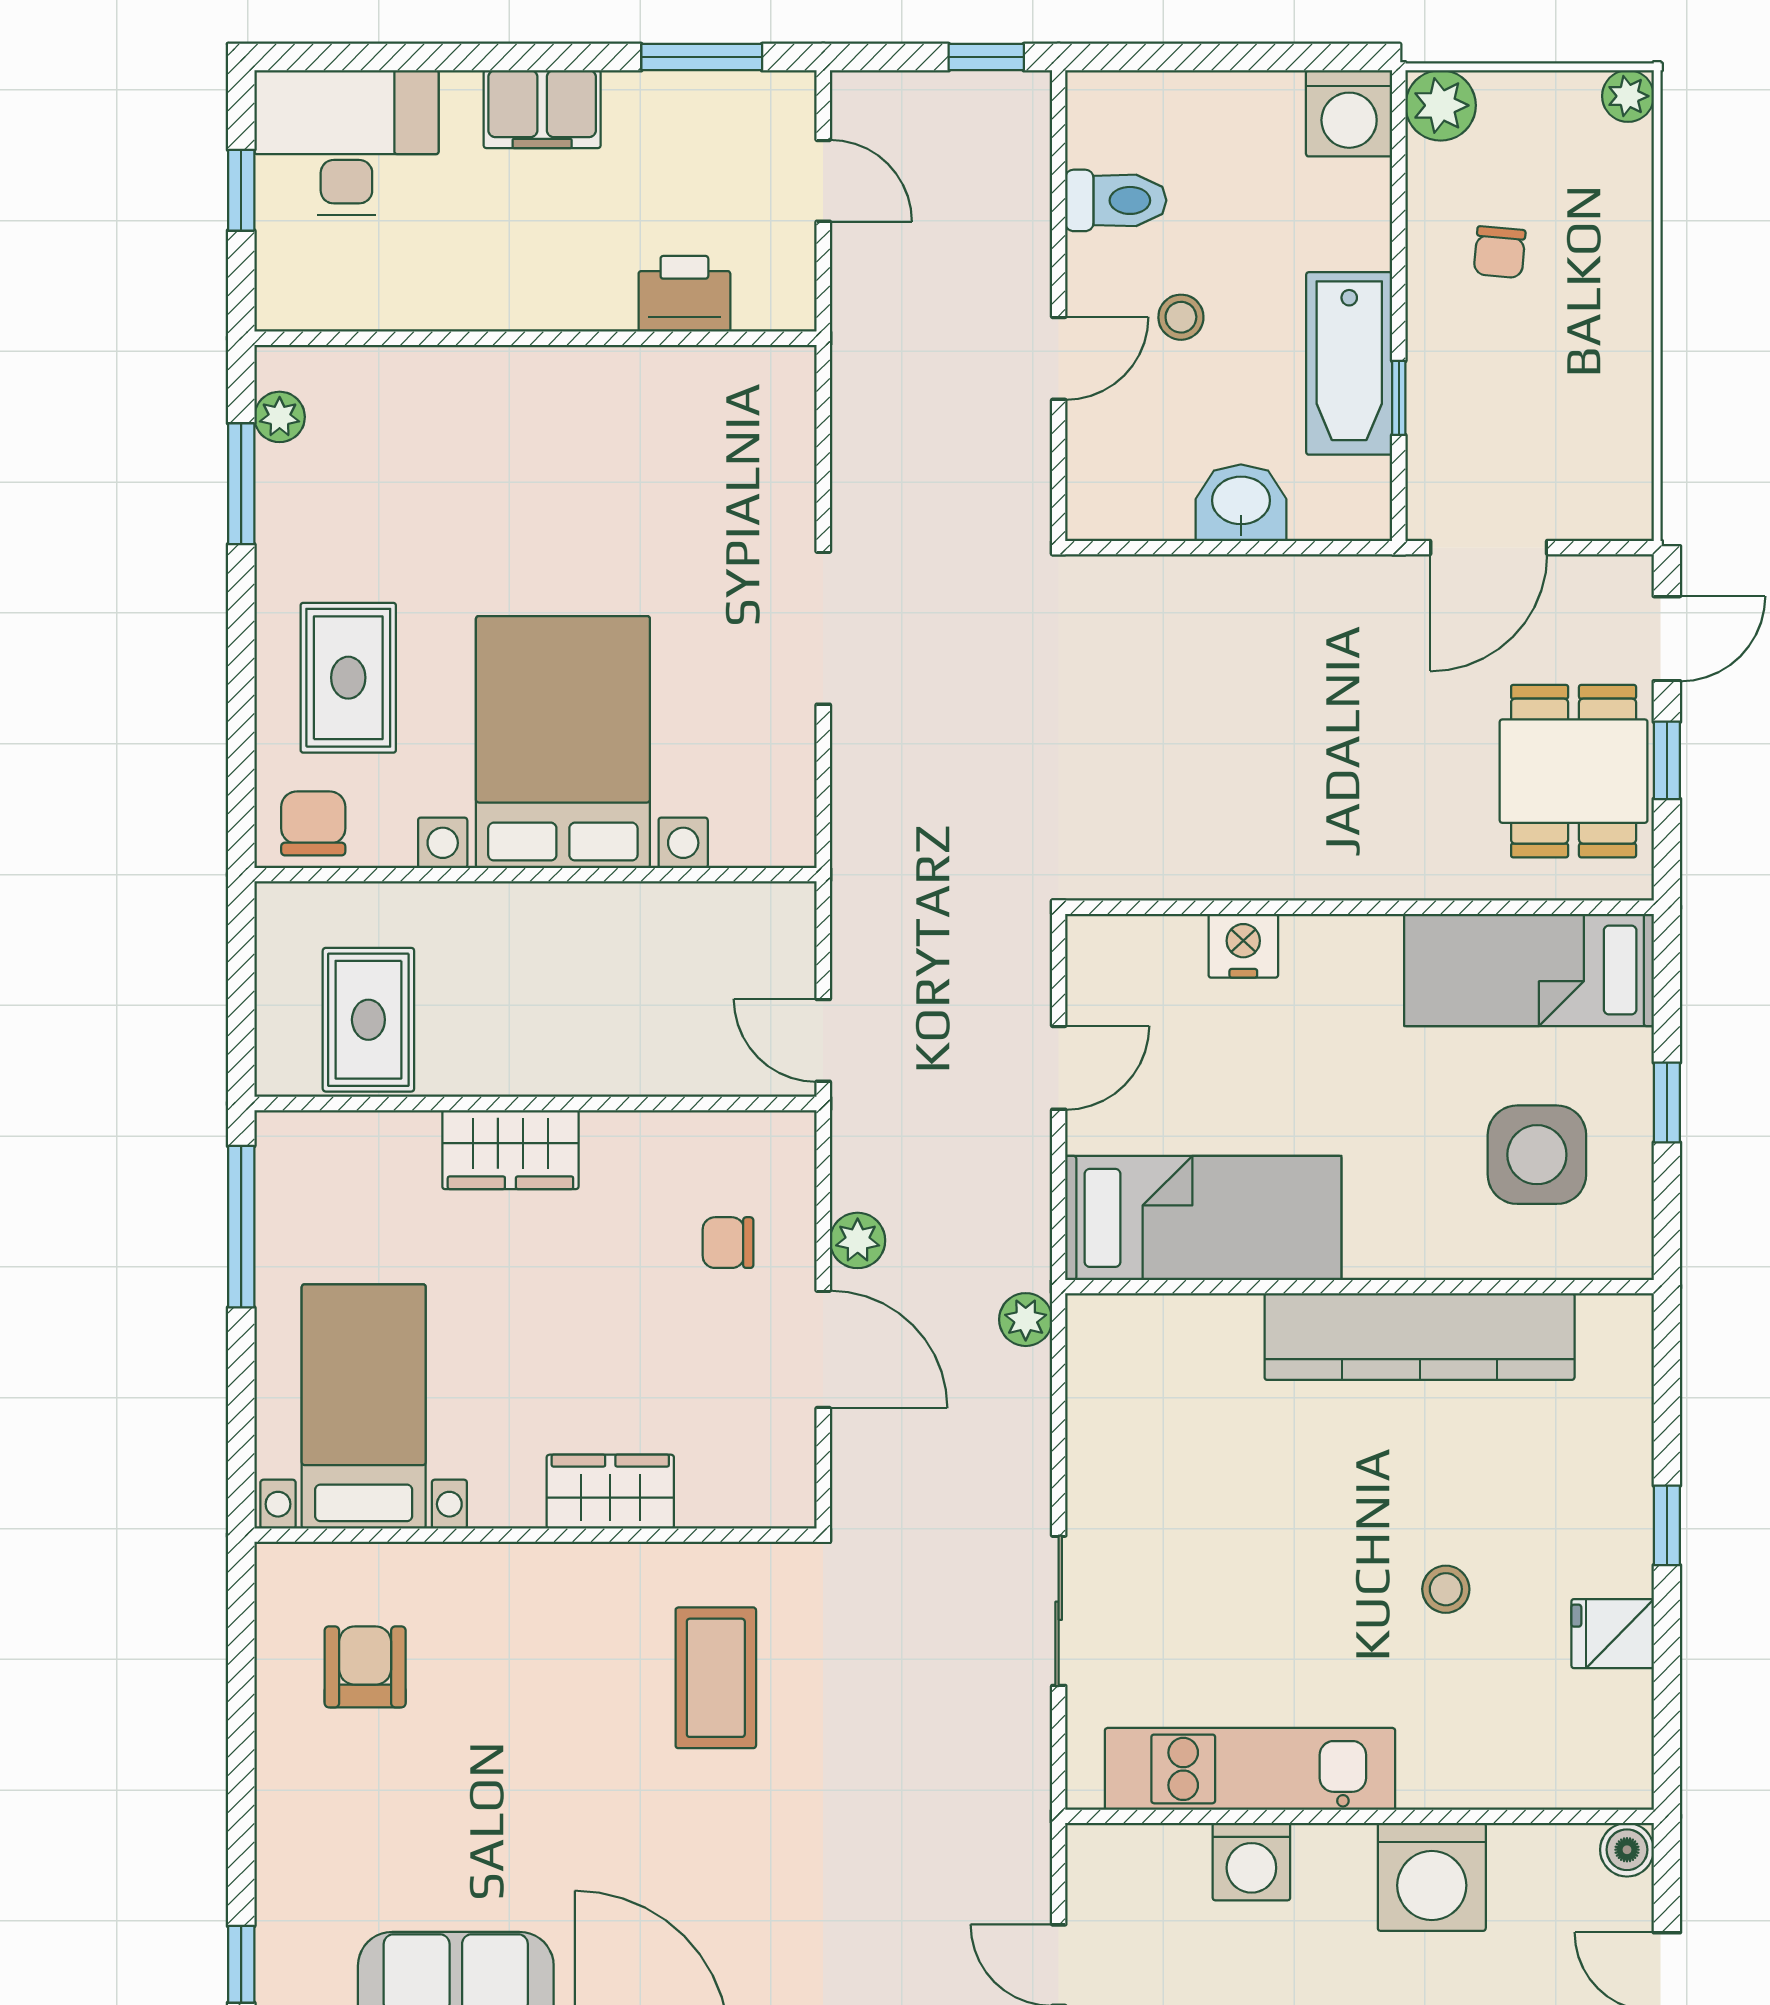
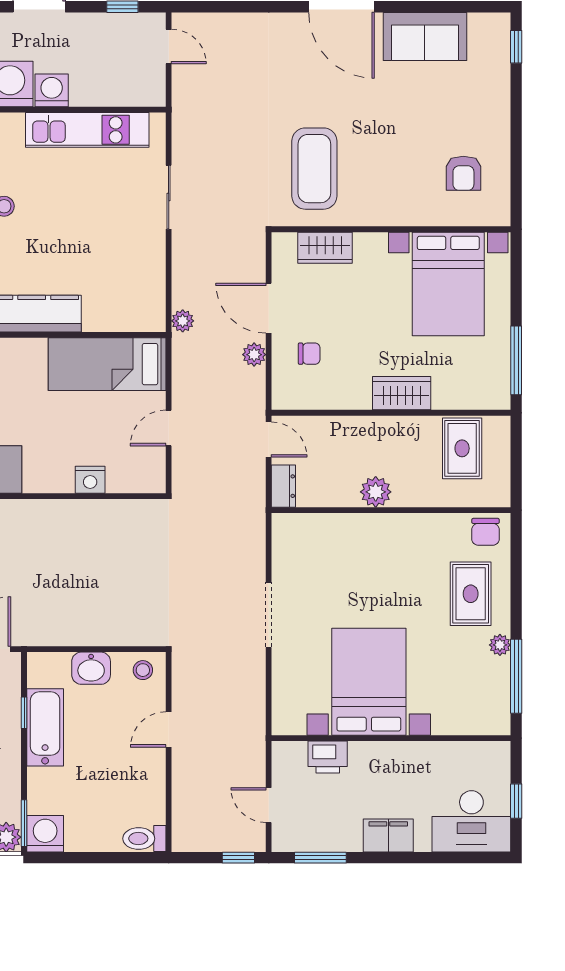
window: (986, 57) -> (238, 858), moved
window: (1399, 138) -> (24, 823), added
toilet: (1116, 200) -> (144, 839), moved
stool: (1181, 317) -> (143, 670), moved
plant: (280, 417) -> (500, 645), moved
window: (241, 484) -> (516, 676), width x1.44
bed with nightstands: (563, 742) -> (369, 682), moved, turned 180
plant: (572, 918) -> (376, 492), added
dresser: (789, 931) -> (283, 486), added
bed with nightstands: (364, 1406) -> (448, 284), width x1.36
wardrobe: (610, 1492) -> (325, 248), moved
coffee table: (716, 1678) -> (314, 169), width x1.36, depth x1.32
washing machine: (1251, 1862) -> (52, 90), moved

